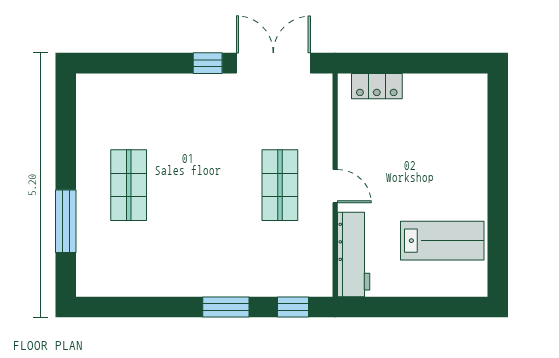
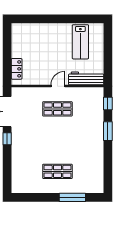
lab bench: (442, 241) -> (80, 42), turned 180

